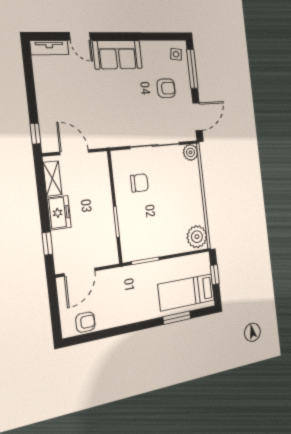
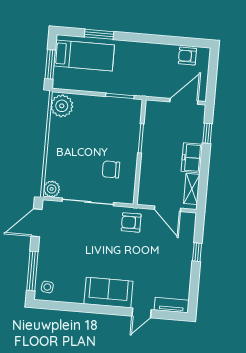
door: (80, 36) -> (142, 313), swing flipped
armchair: (166, 88) -> (131, 222), moved
window: (35, 134) -> (197, 252), moved
window: (215, 275) -> (50, 64), width x1.50

